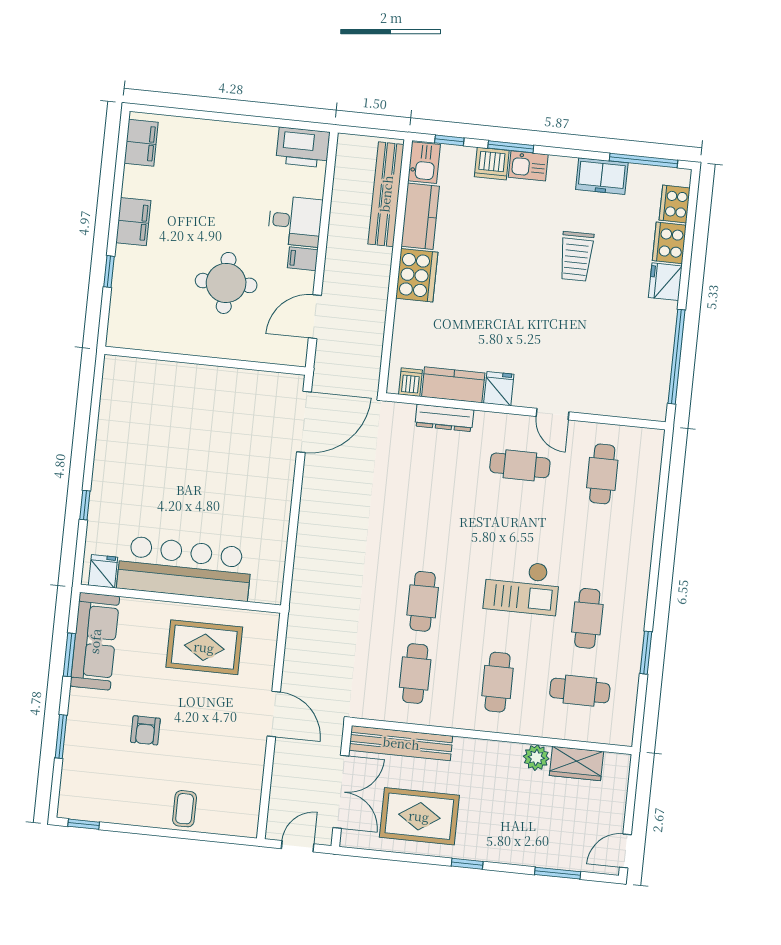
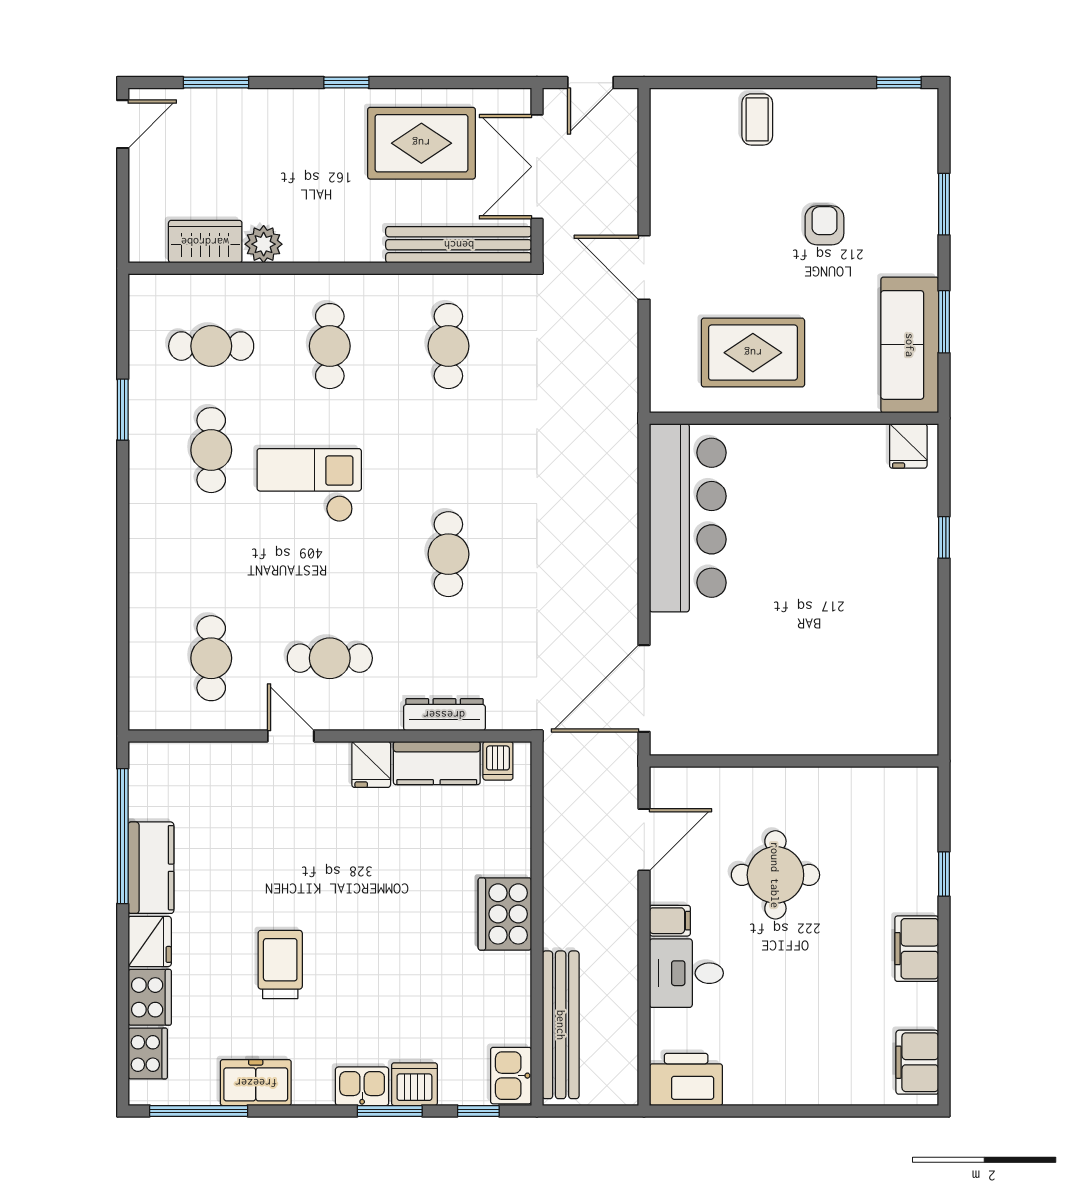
kitchen counter: (420, 216) -> (151, 868), moved, turned 180
bar counter: (185, 568) -> (688, 518), moved, turned -90
cafe table: (423, 601) -> (448, 554), moved

